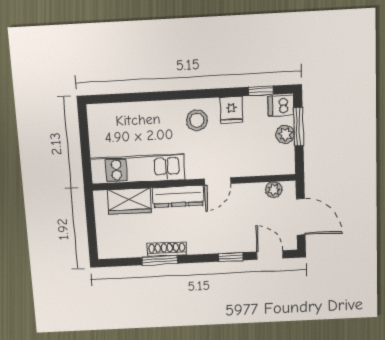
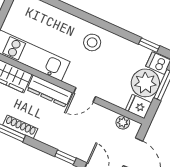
fridge: (231, 110) -> (138, 107), moved, turned 90
plant: (285, 134) -> (145, 83), width x1.88, depth x1.88

